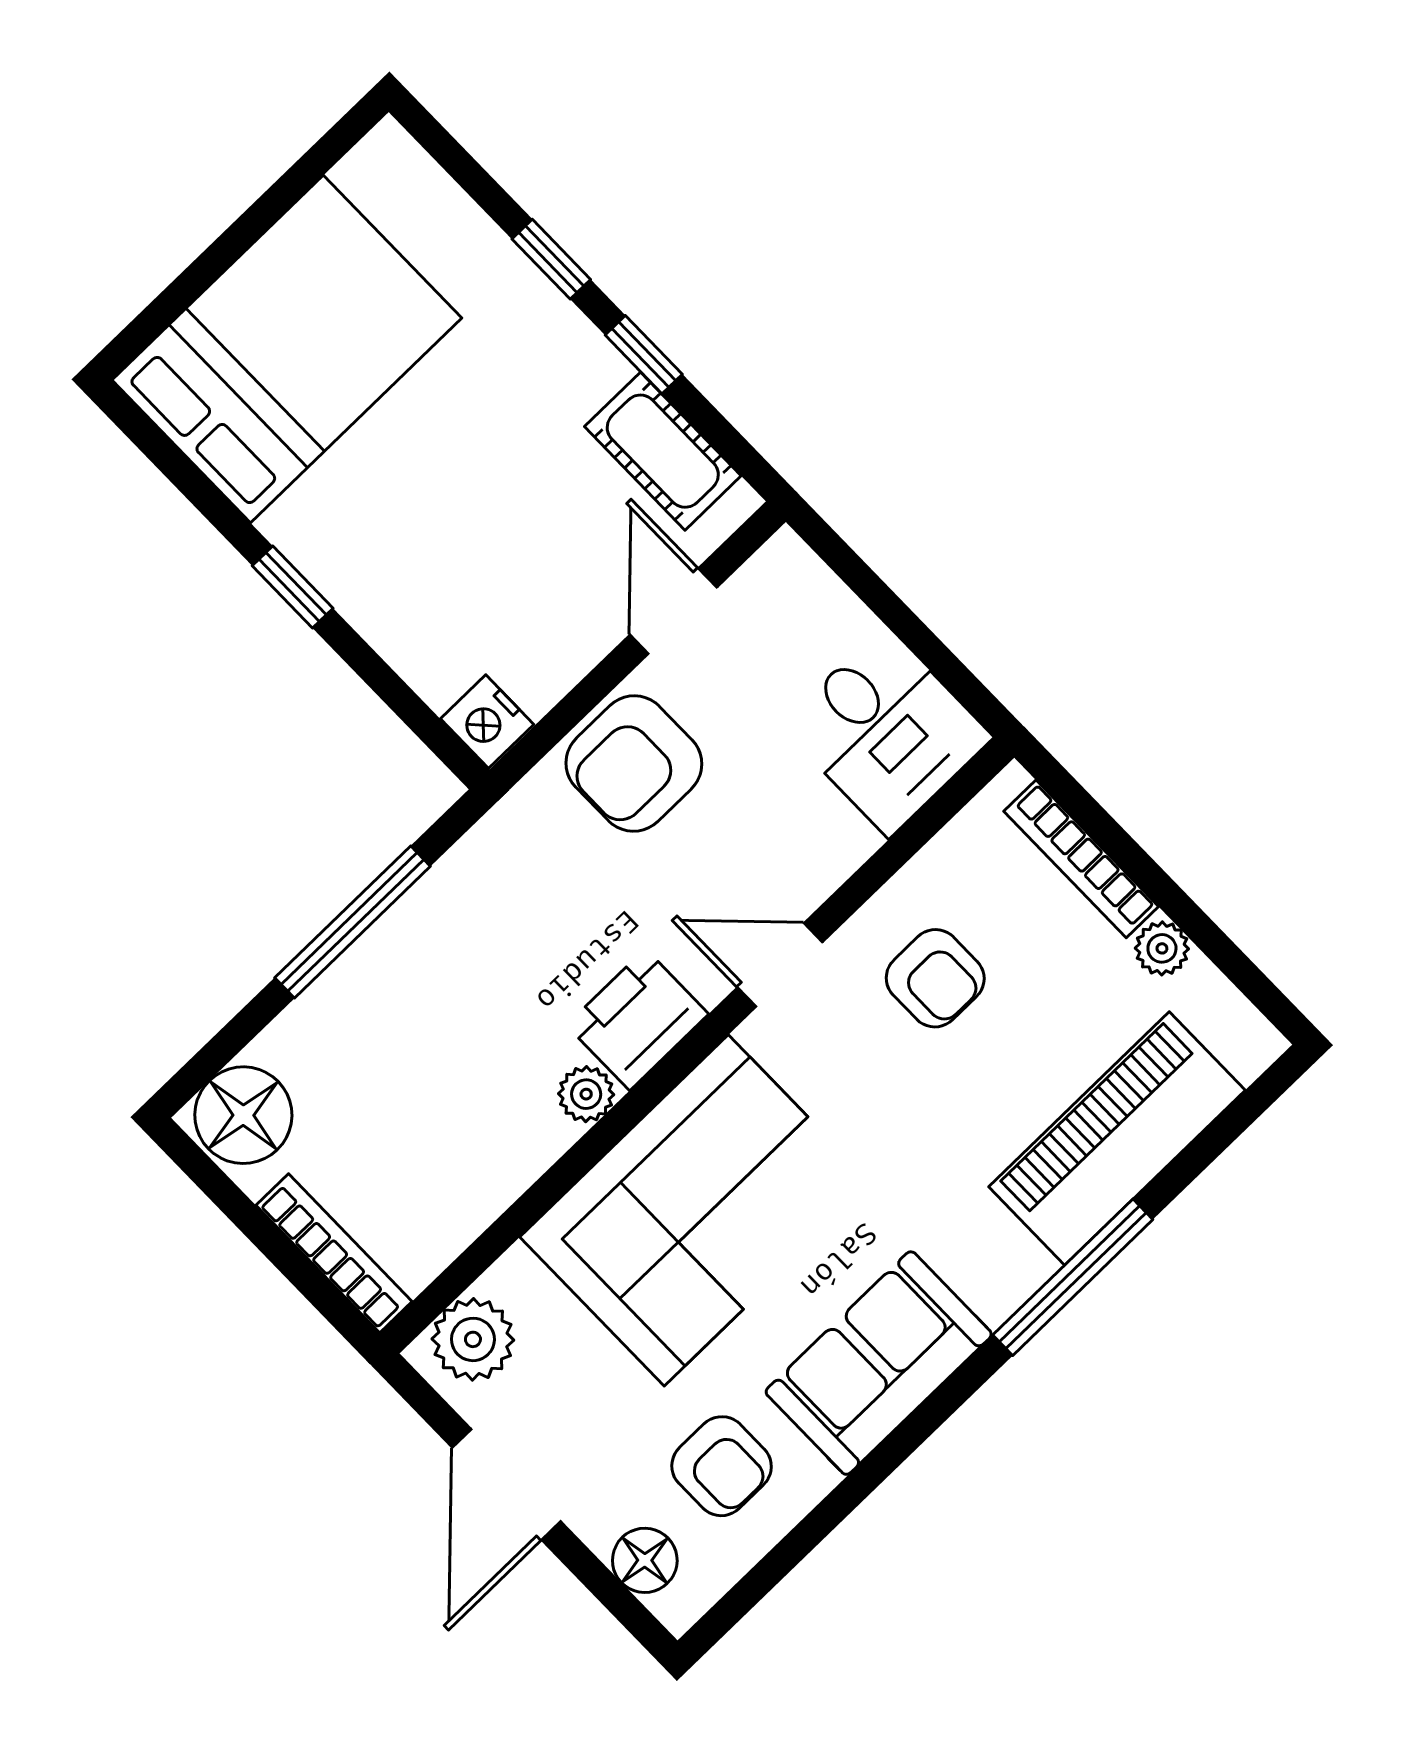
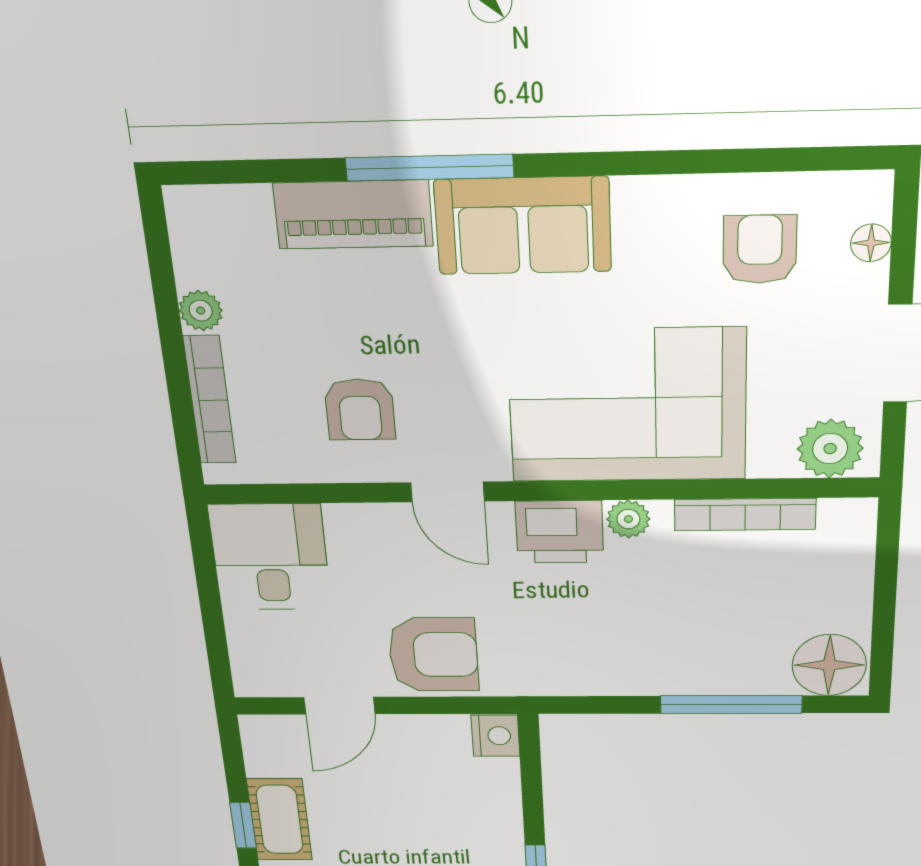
cot: (663, 451) -> (280, 820), moved
window: (353, 922) -> (731, 705), moved
armchair: (935, 978) -> (360, 410), turned 180
piano: (1117, 1138) -> (353, 215), width x0.73, depth x0.75
bookcase: (334, 1253) -> (745, 514), moved, turned -90
sofa: (879, 1363) -> (523, 226), moved
floor lamp: (645, 1560) -> (871, 243), width x0.73, depth x0.73

